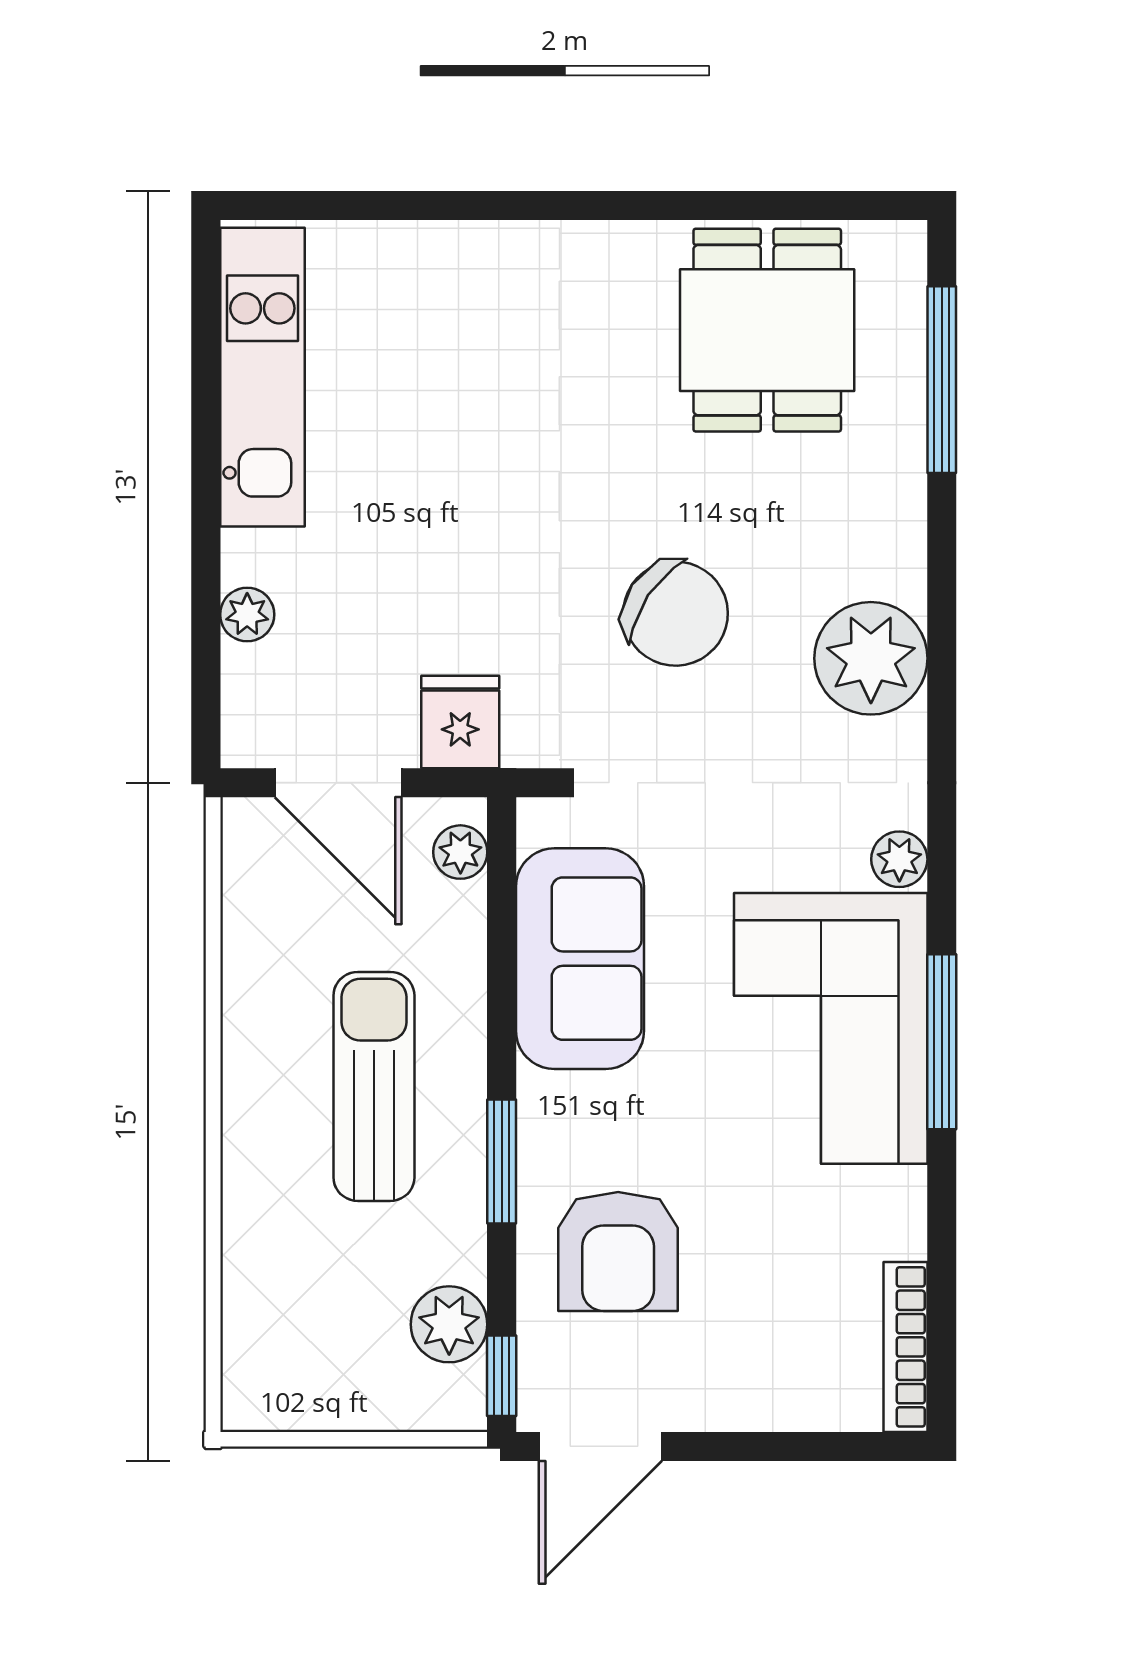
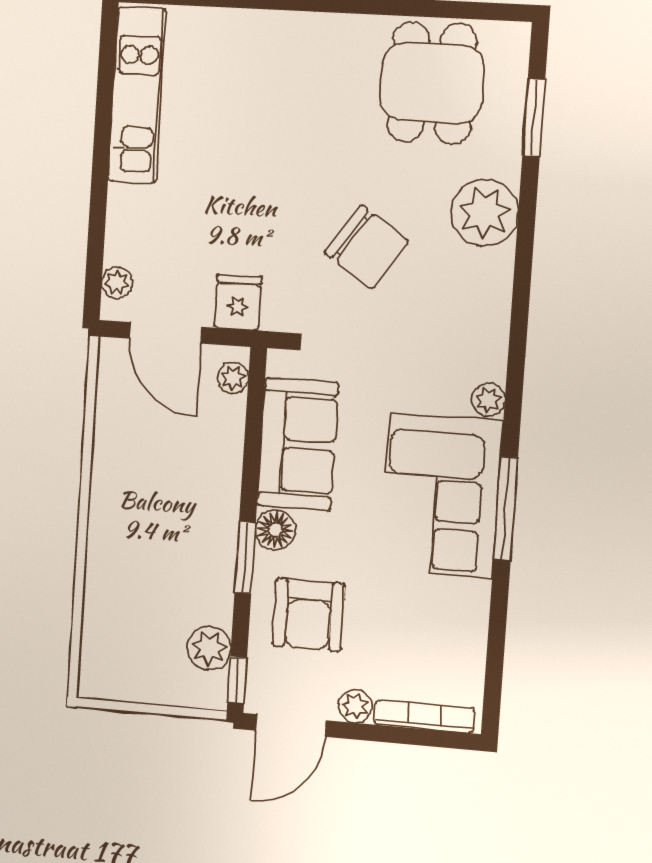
window: (942, 380) -> (534, 118), width x0.69
plant: (247, 615) -> (117, 282), moved
plant: (871, 658) -> (485, 213), moved
sun lounger: (374, 1086) -> (175, 509), removed
floor lamp: (551, 1110) -> (275, 530), added
bookcase: (906, 1347) -> (424, 716), moved, turned 90
plant: (709, 1403) -> (355, 706), added

